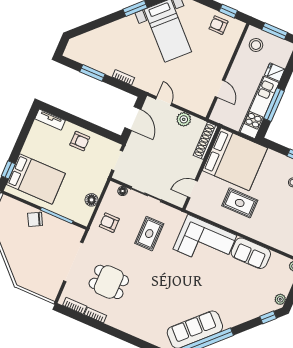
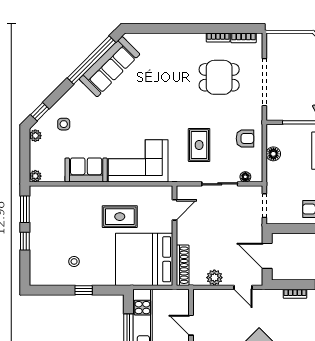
side table: (253, 299) -> (64, 124), added

